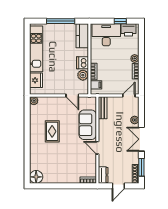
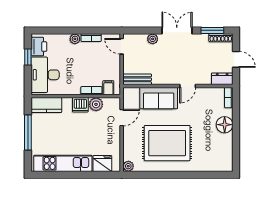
rug: (52, 131) -> (167, 143), width x1.86, depth x2.06
double door: (141, 139) -> (177, 30), swing flipped
floor lamp: (36, 177) -> (225, 125), moved

